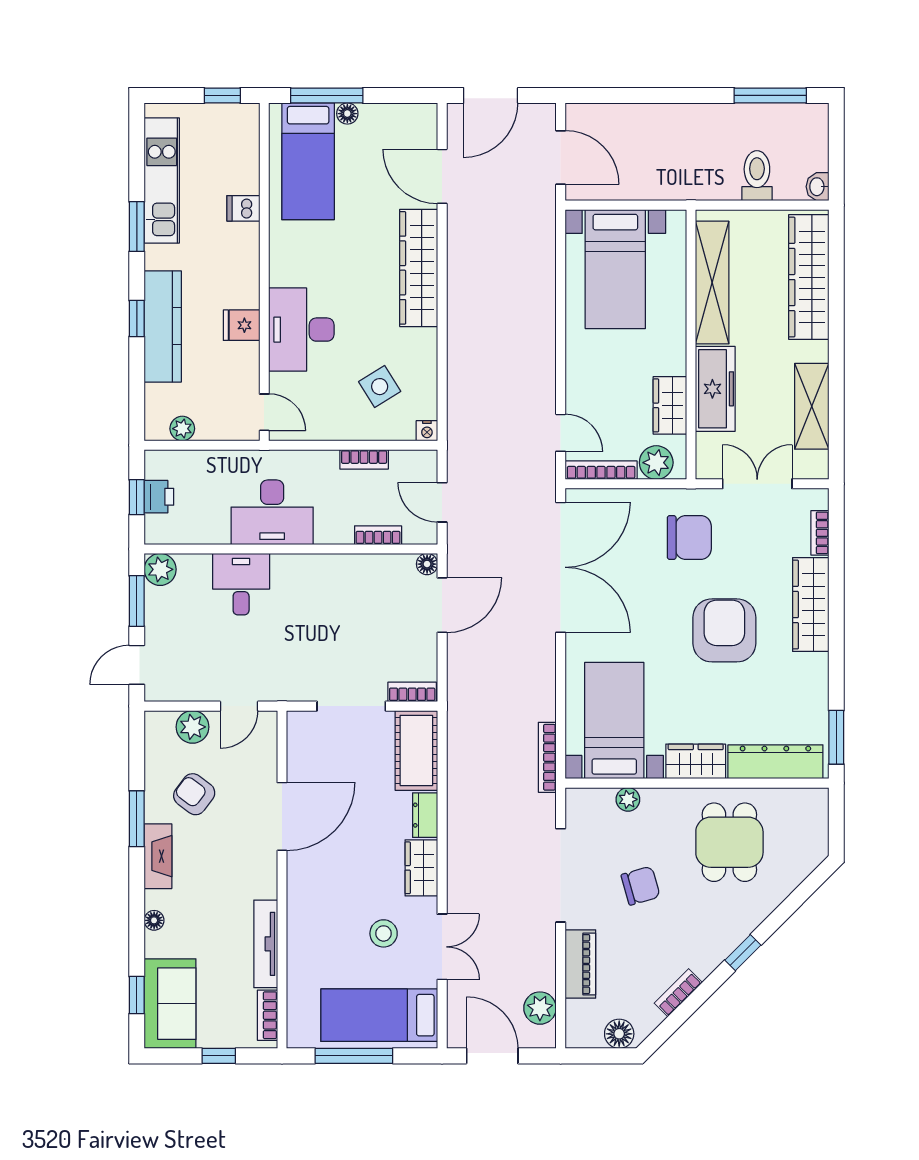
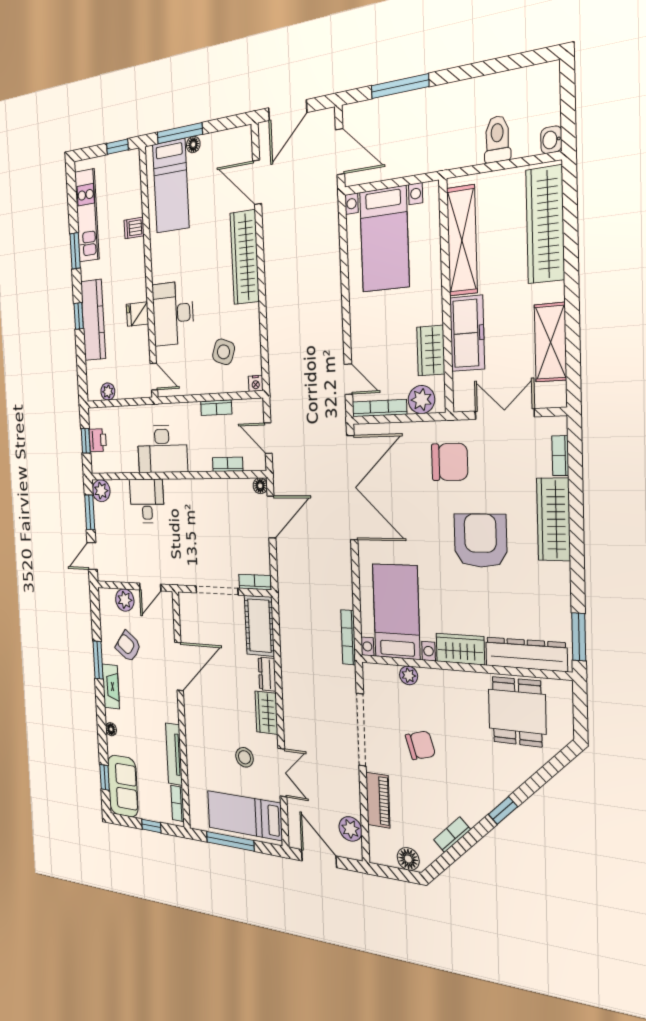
window: (770, 95) -> (400, 86), moved
side table: (380, 387) -> (224, 352), turned -38
dining table: (729, 842) -> (517, 712), moved

